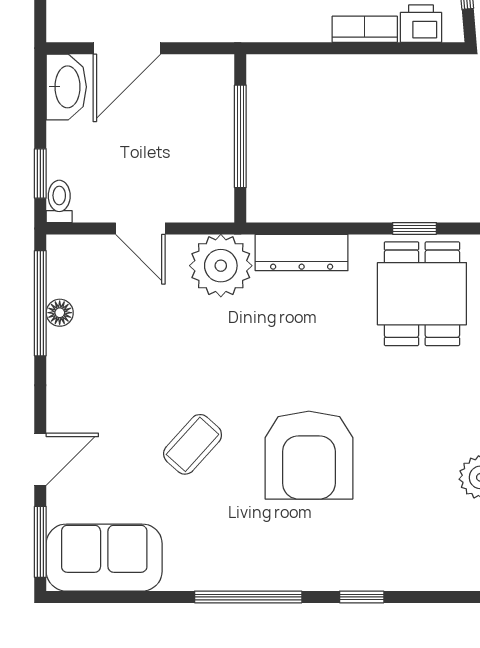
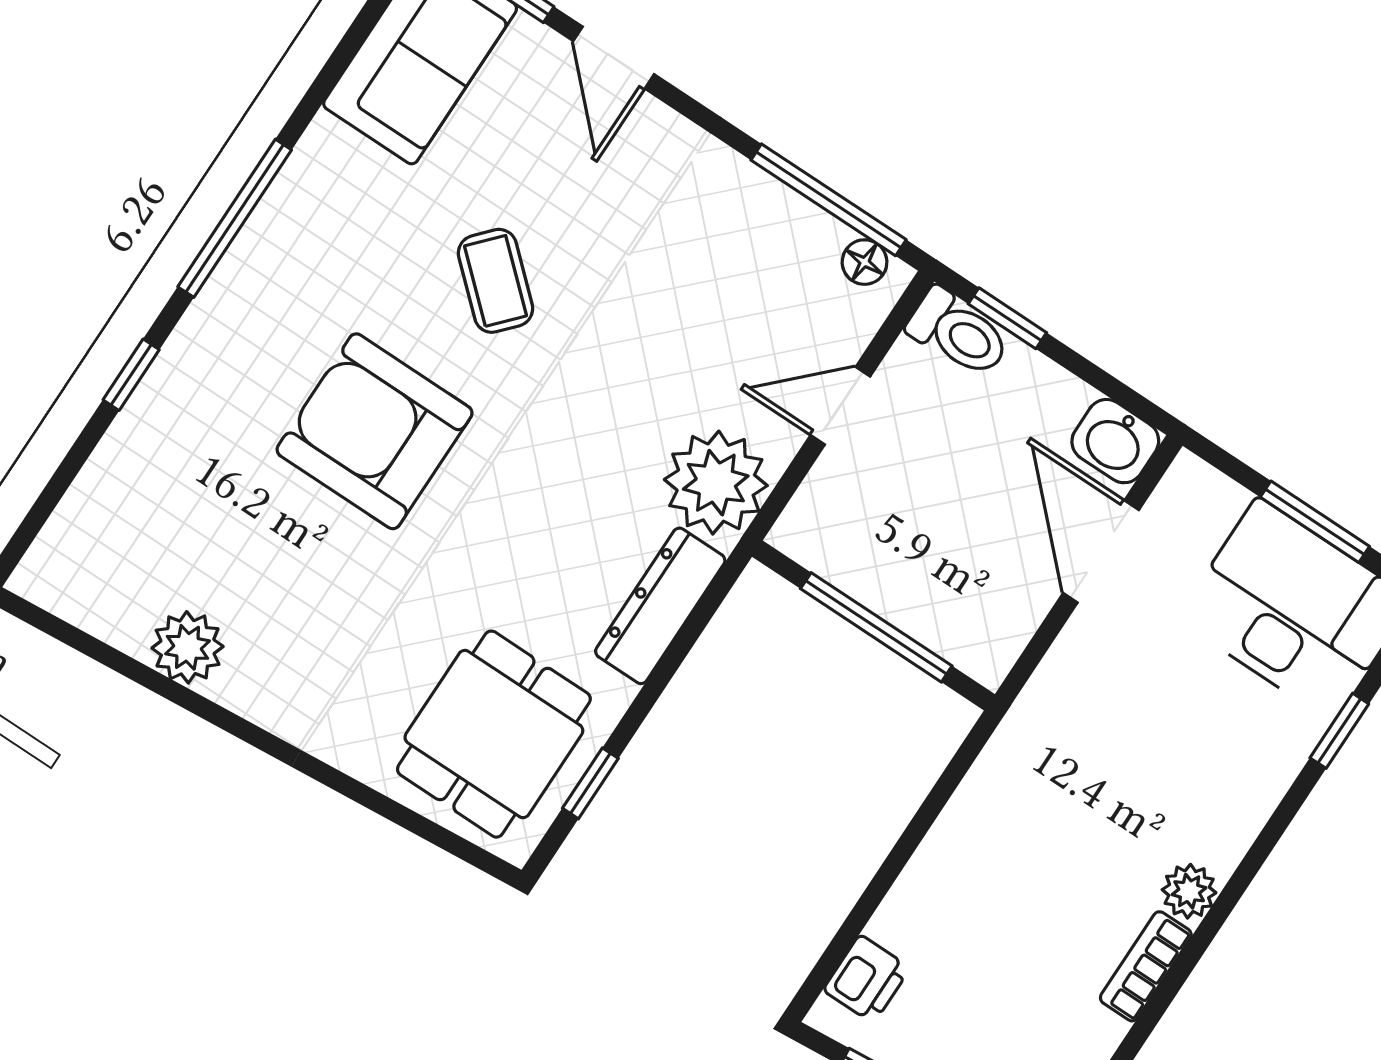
bookcase: (365, 29) -> (910, 896), removed
washbasin: (66, 87) -> (1115, 441), width x0.72
toilet: (59, 201) -> (958, 333), width x1.37, depth x1.39
dining table: (422, 294) -> (494, 734), turned 90
floor lamp: (60, 313) -> (865, 262), moved

